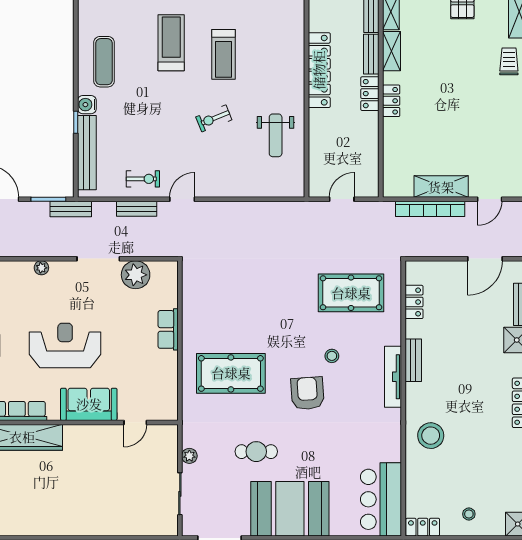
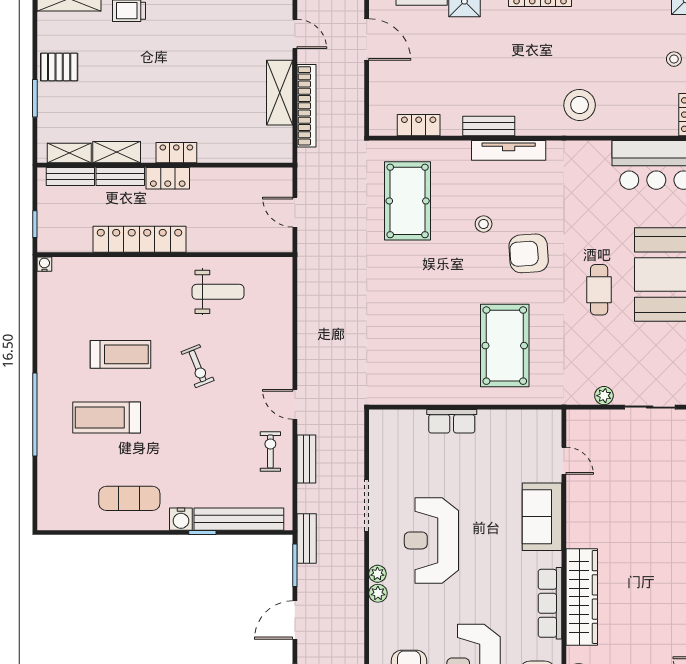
plant: (136, 275) -> (378, 593), moved, width x0.53, depth x0.53
reception desk: (65, 345) -> (431, 540), moved
cafe table: (256, 452) -> (599, 290), moved

